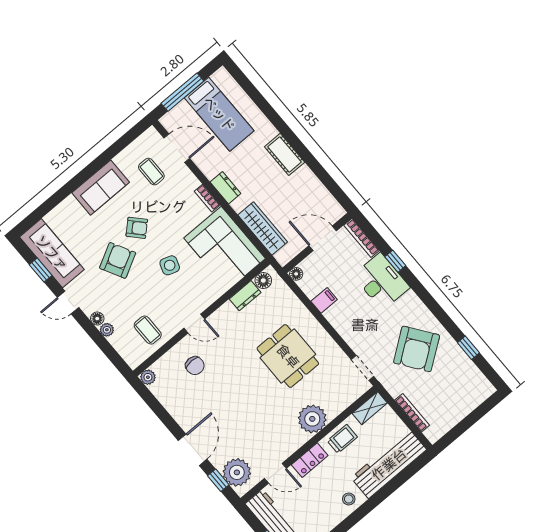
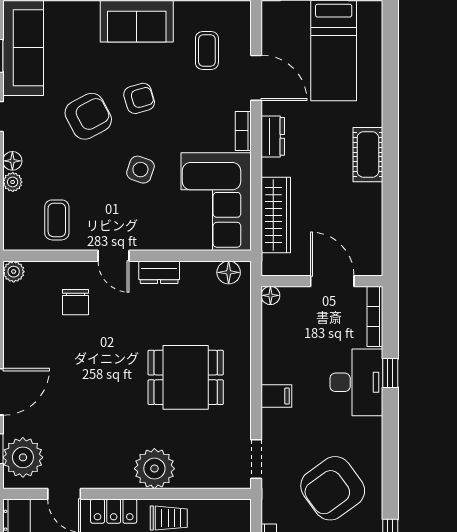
door: (177, 148) -> (256, 78), moved
armchair: (137, 228) -> (139, 98), turned -63
dresser: (245, 296) -> (159, 272), moved
filing cabinet: (324, 300) -> (276, 396), moved
dining table: (288, 356) -> (186, 377), turned 90
shelving: (370, 408) -> (227, 510), removed

